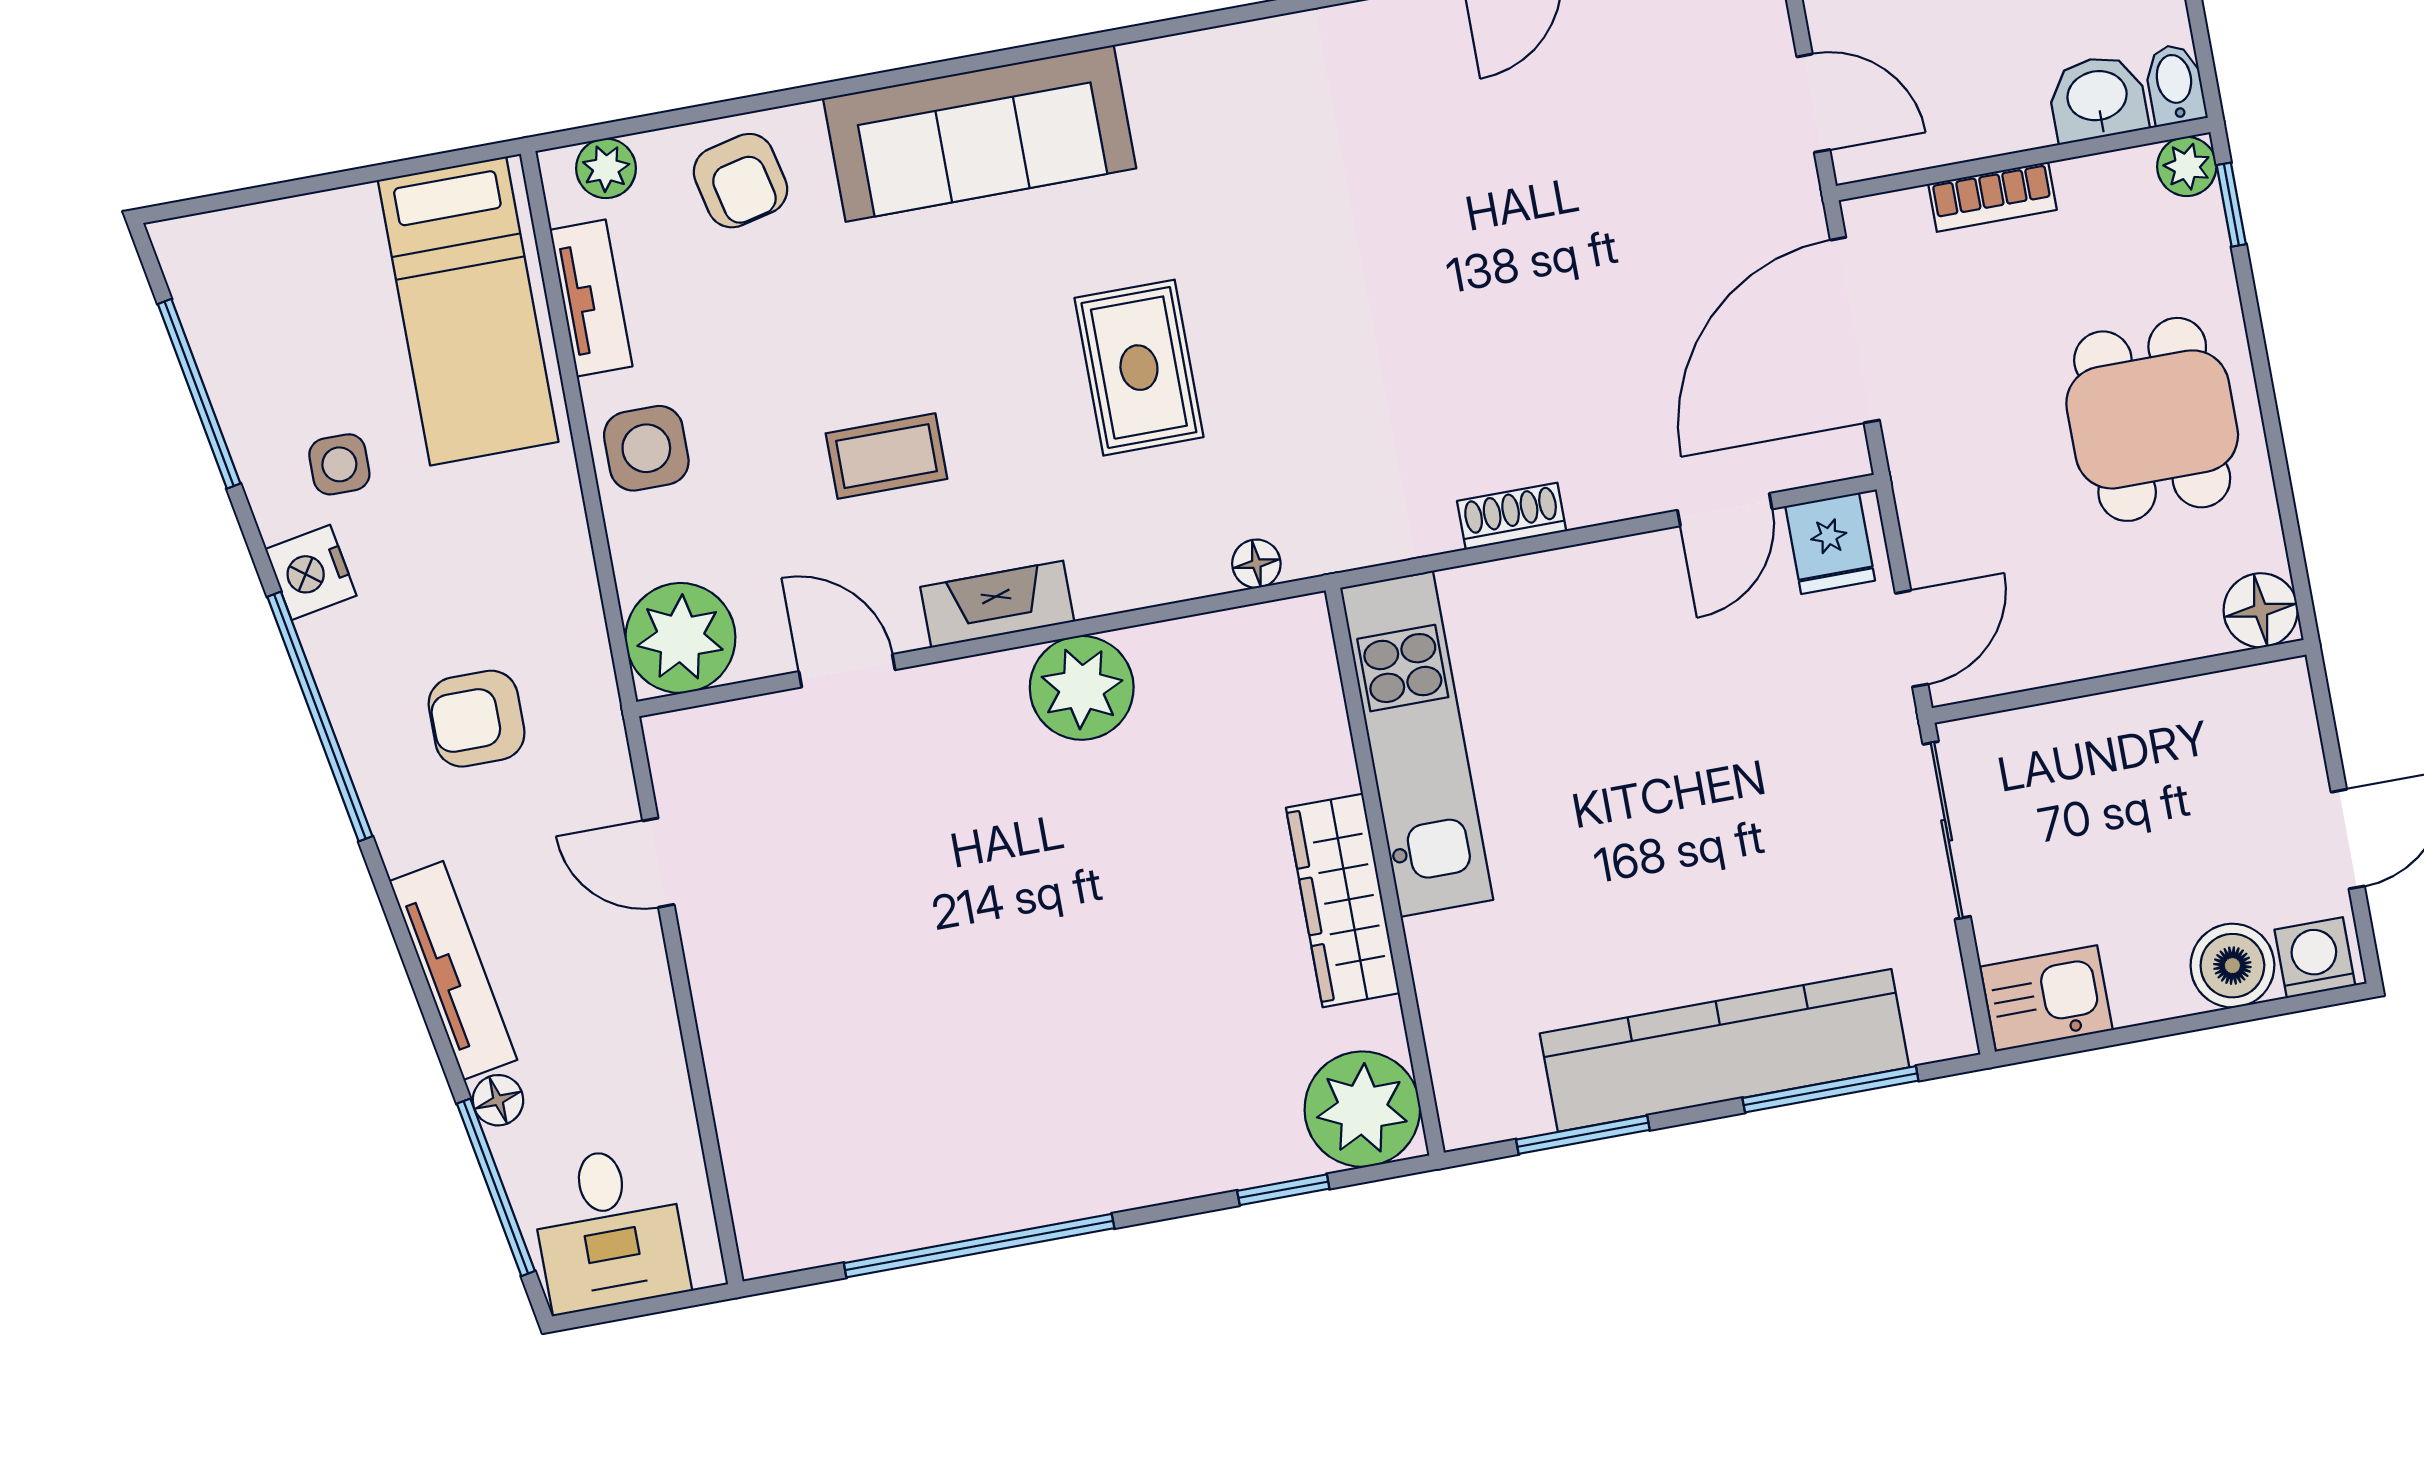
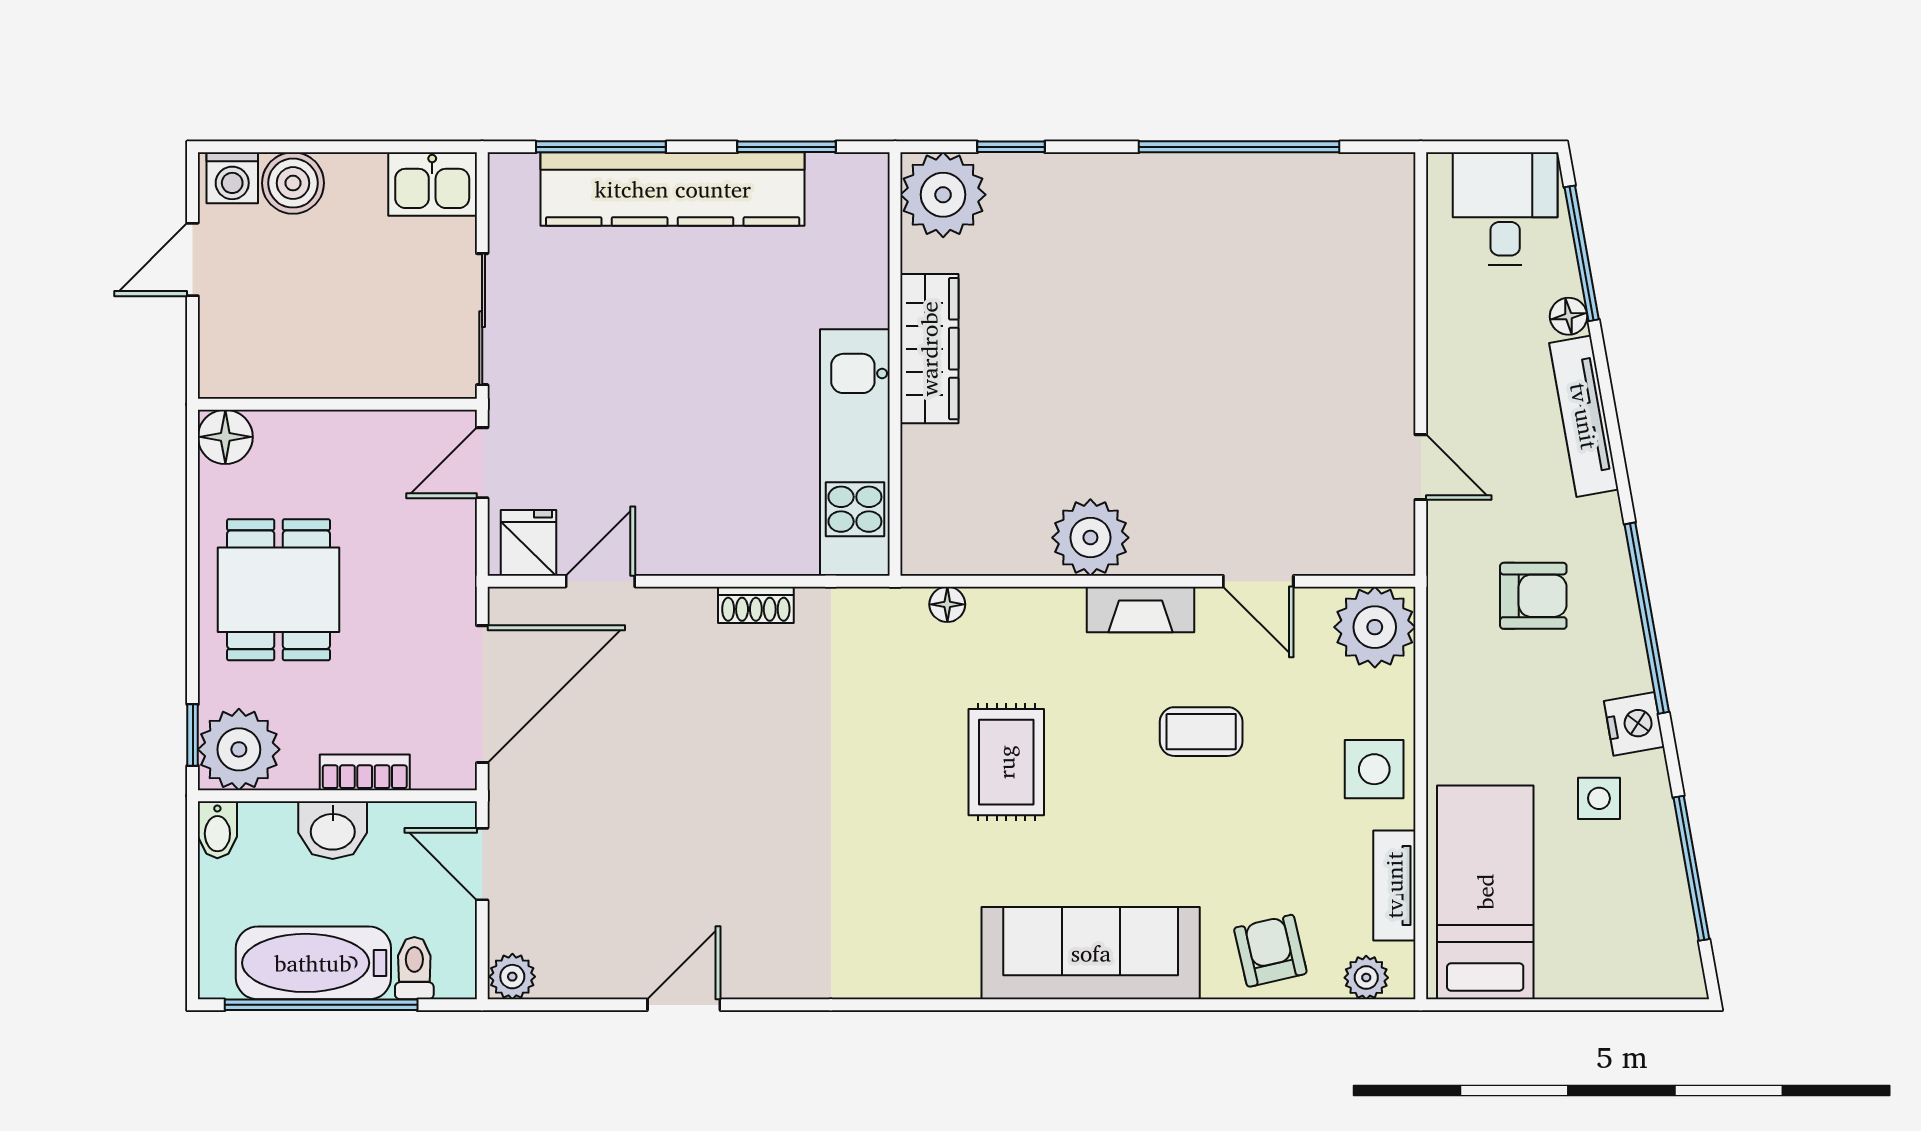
washbasin: (2097, 98) -> (333, 830), moved
plant: (2187, 166) -> (239, 749), width x1.88, depth x1.88

